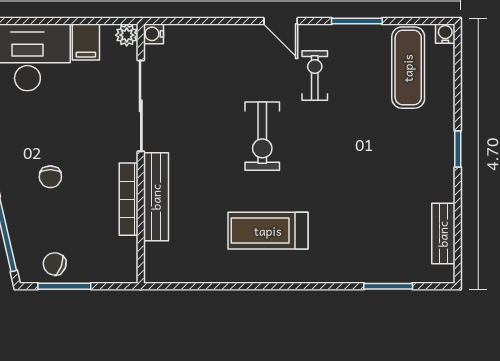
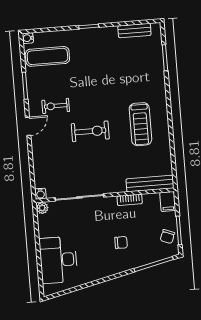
filing cabinet: (86, 42) -> (168, 202), moved, turned 90
bench: (156, 197) -> (150, 184), moved
bookcase: (129, 199) -> (130, 200), width x0.64

